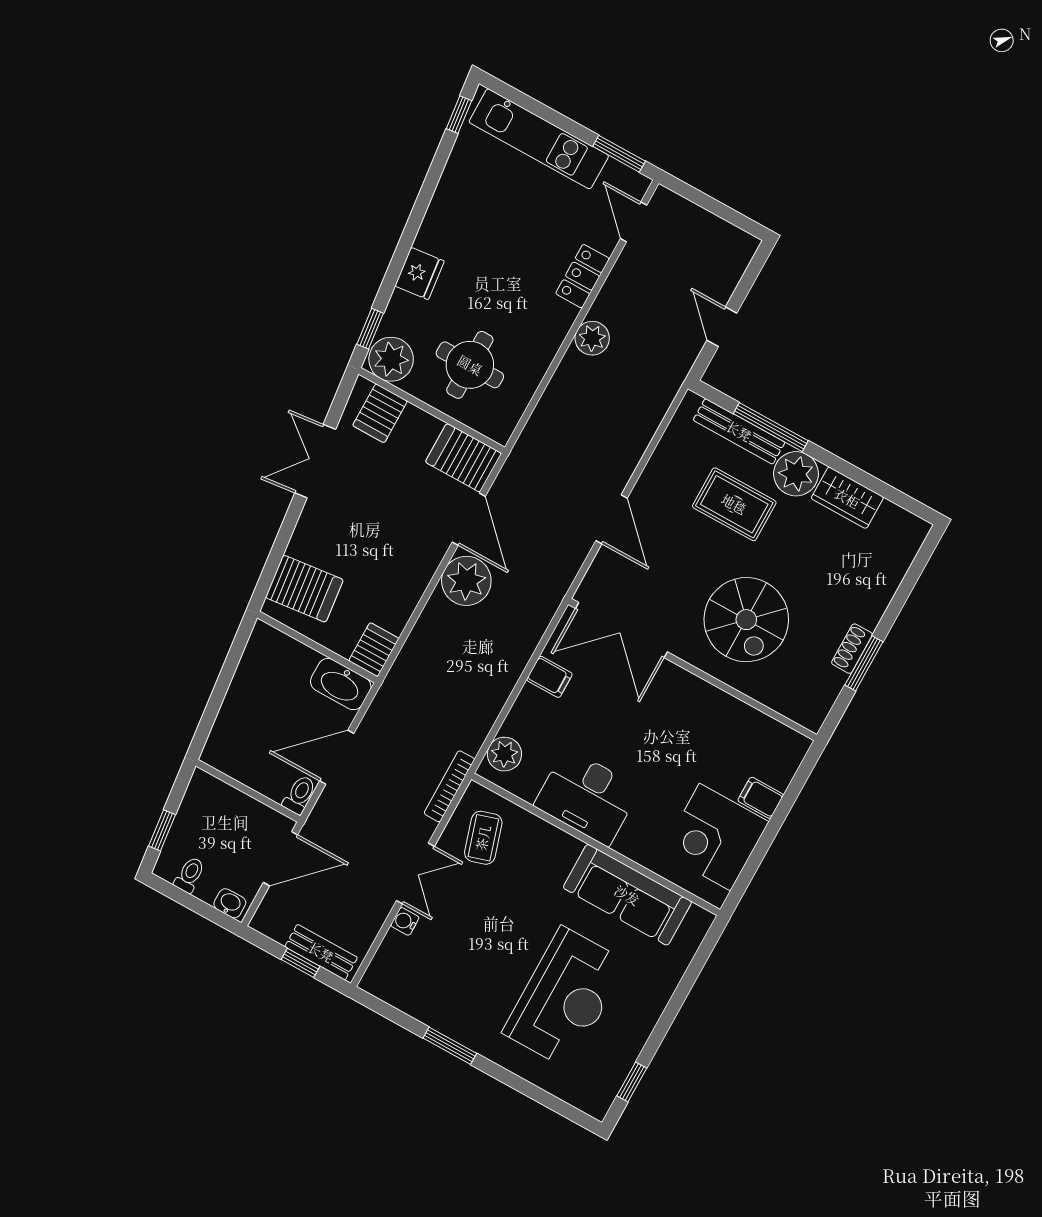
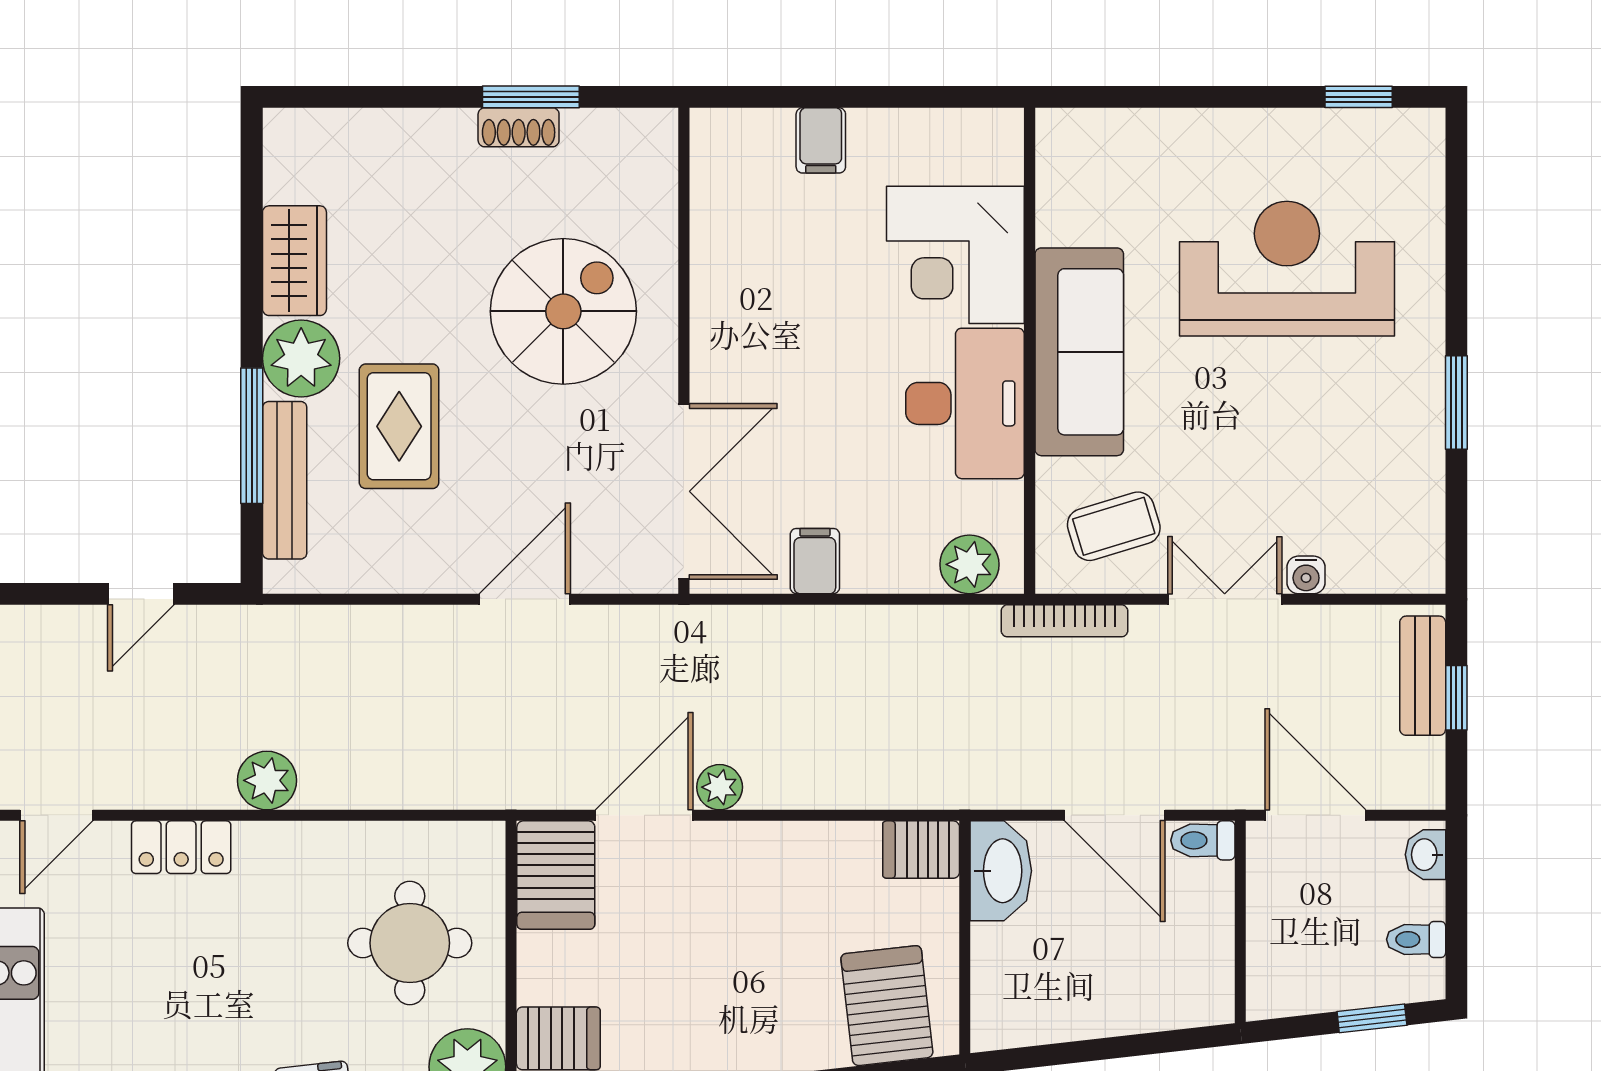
plant: (466, 581) -> (720, 787), width x0.53, depth x0.53
corner desk: (715, 837) -> (955, 255), moved, turned 90
sofa: (627, 895) -> (1079, 352), moved

